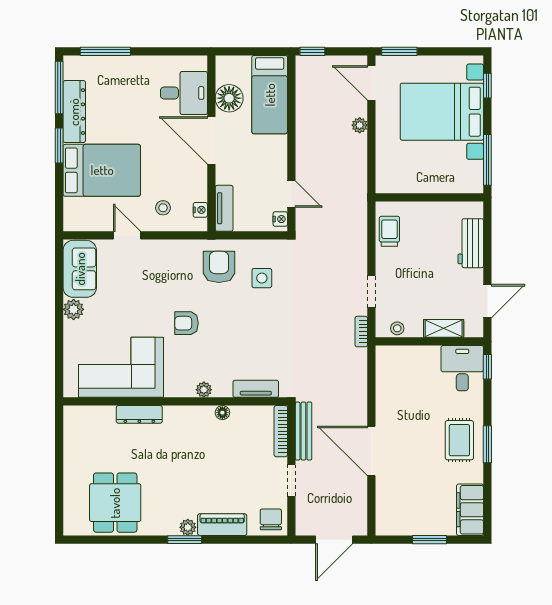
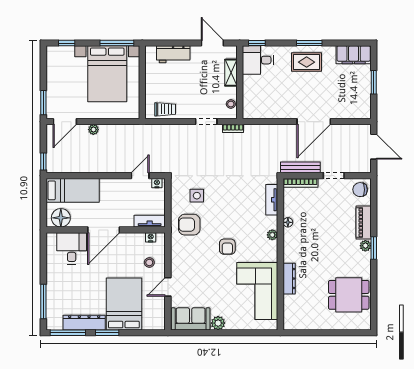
floor lamp: (229, 98) -> (61, 218), moved
bed with nightstands: (442, 112) -> (107, 74), moved
trolley: (389, 231) -> (165, 109), turned 180

